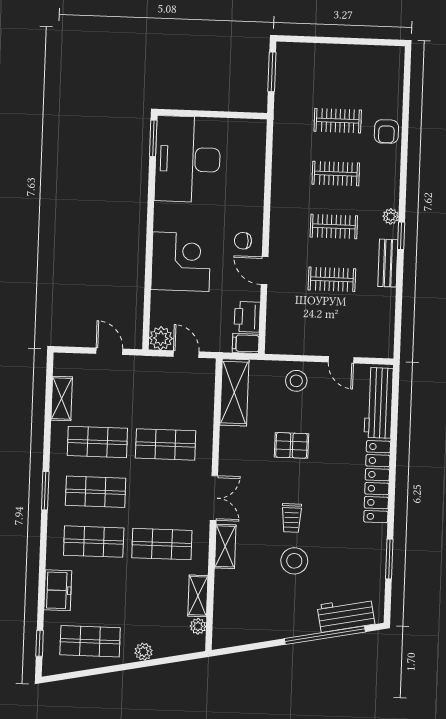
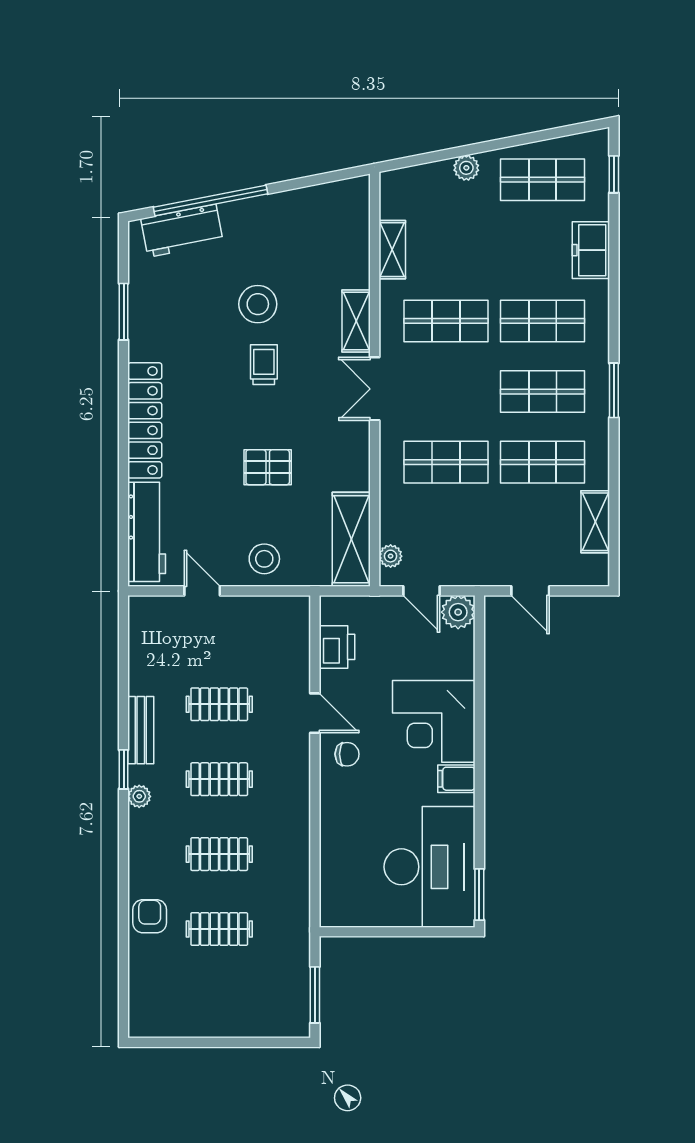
filing cabinet: (246, 343) -> (456, 779), moved, turned 180
plant: (198, 626) -> (391, 556), moved

